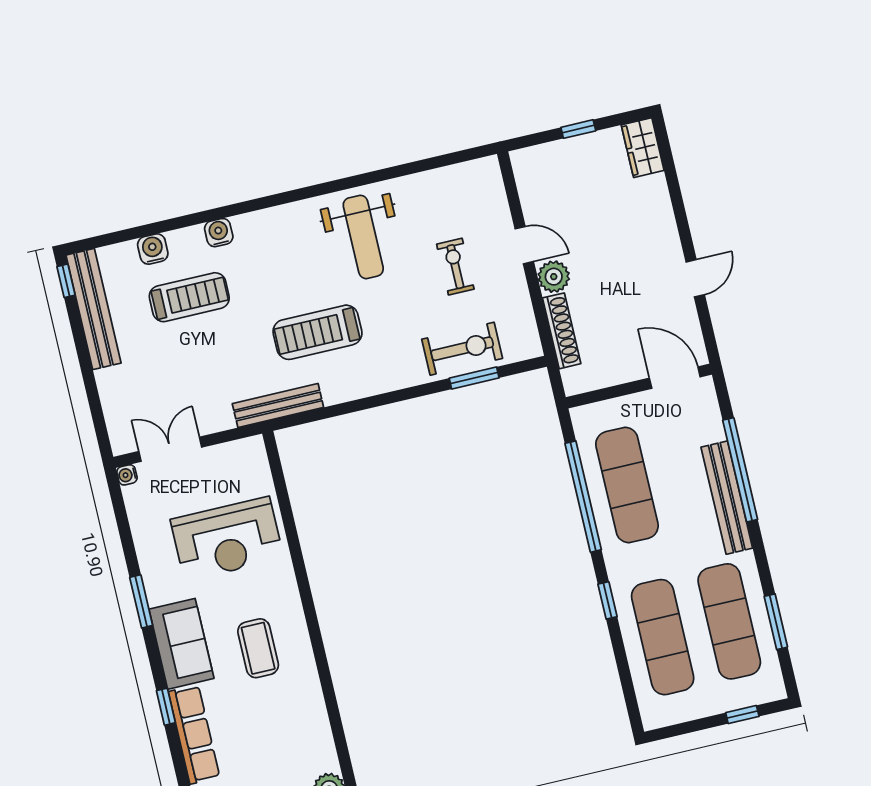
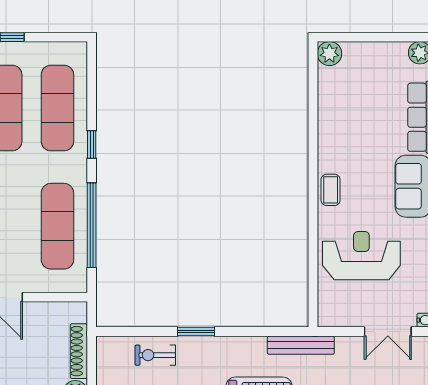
exercise bike: (462, 349) -> (155, 355), width x0.73, depth x0.72
window: (474, 378) -> (196, 331), moved
coffee table: (258, 648) -> (331, 190), moved, width x0.73, depth x0.77

